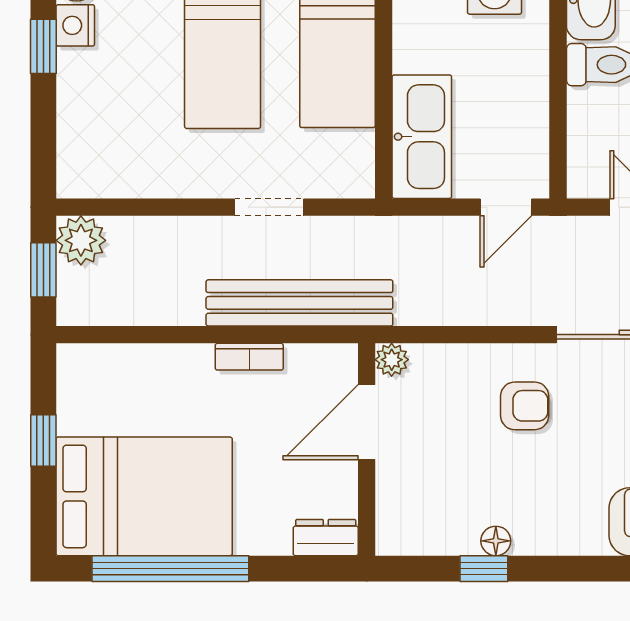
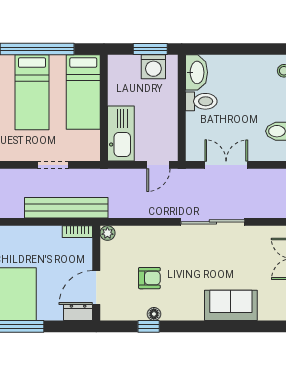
bookcase: (249, 357) -> (77, 232), moved
armchair: (525, 406) -> (149, 278), moved
door: (367, 422) -> (96, 287), moved

